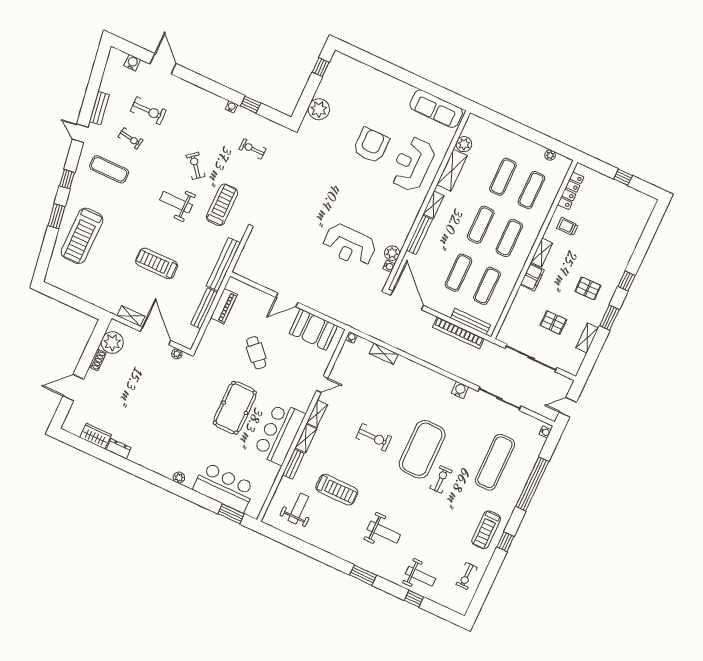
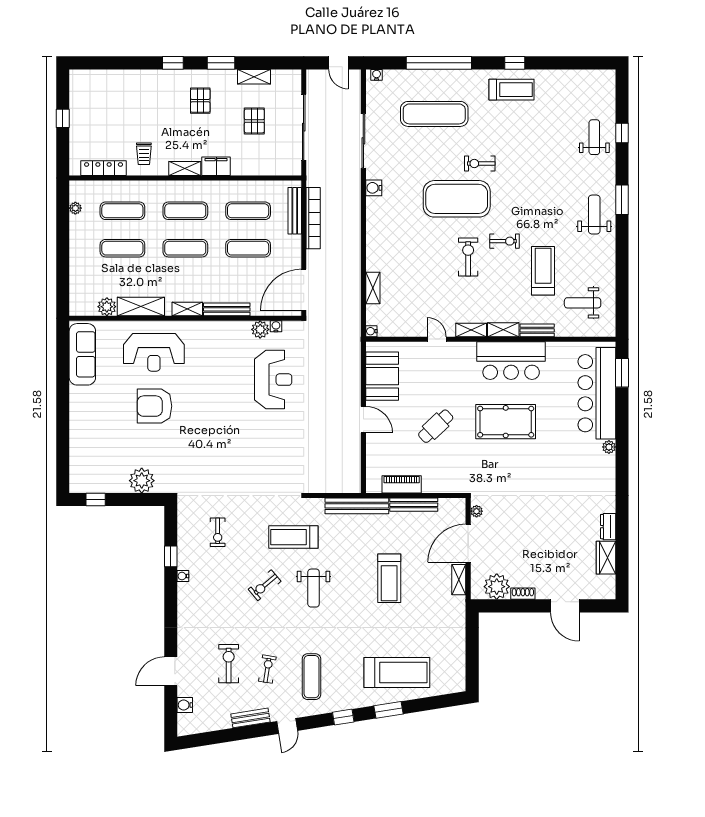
bar counter: (224, 487) -> (597, 393), width x1.36
weight bench: (384, 532) -> (594, 215), moved
exercise bike: (466, 576) -> (505, 241), moved

